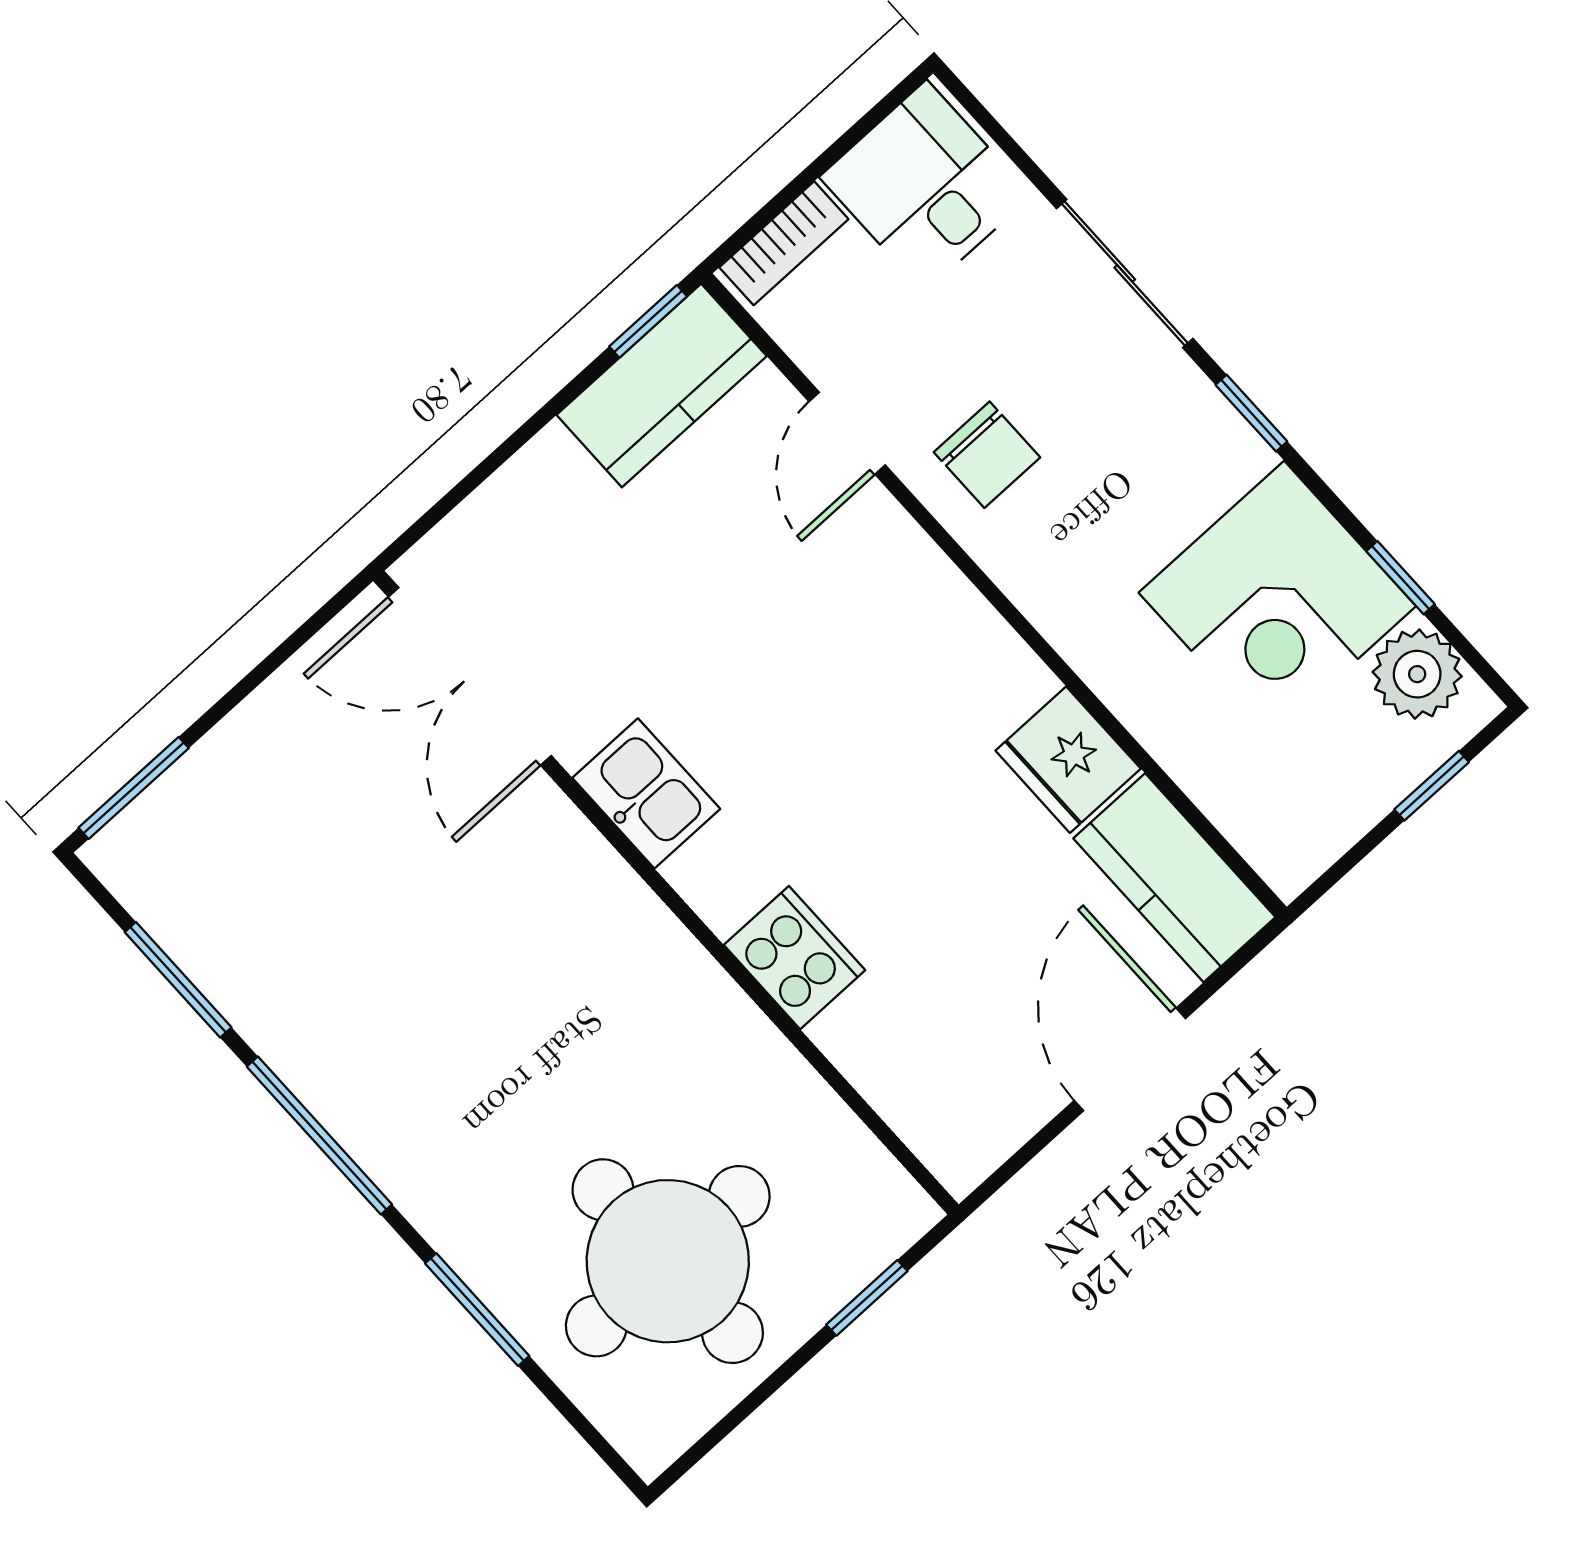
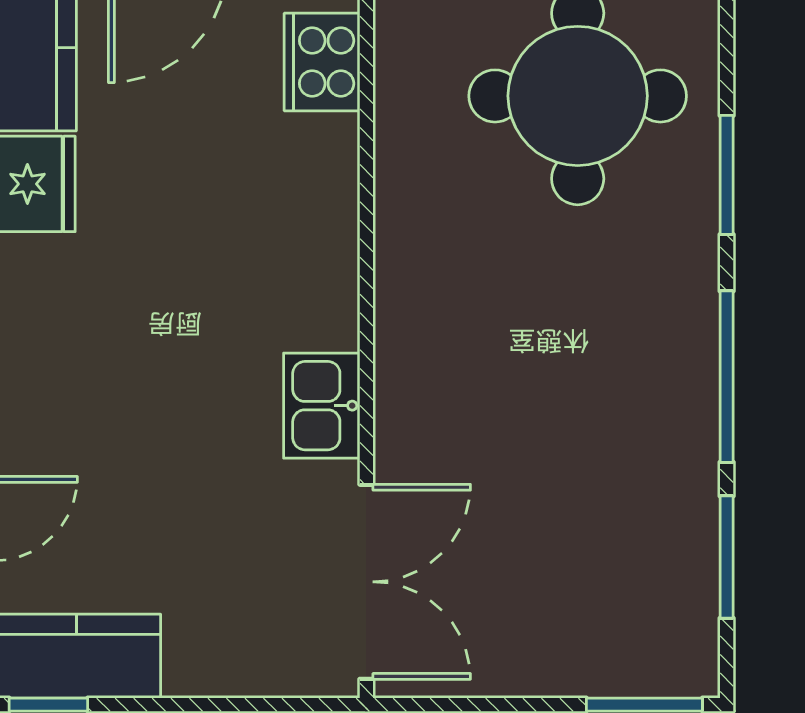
cooker: (795, 958) -> (322, 62), moved

